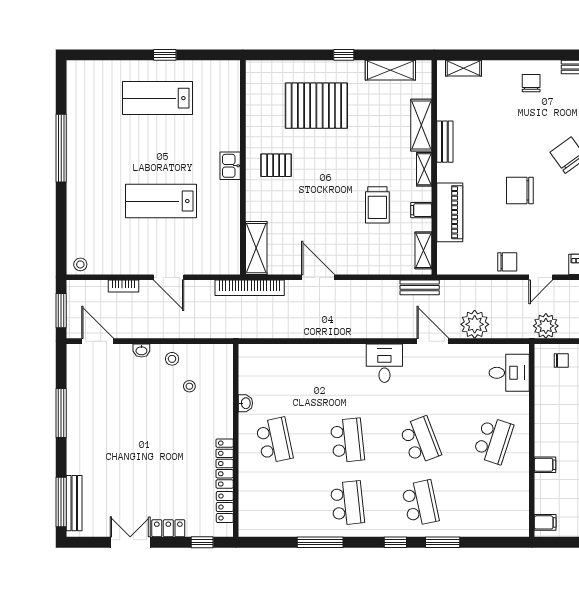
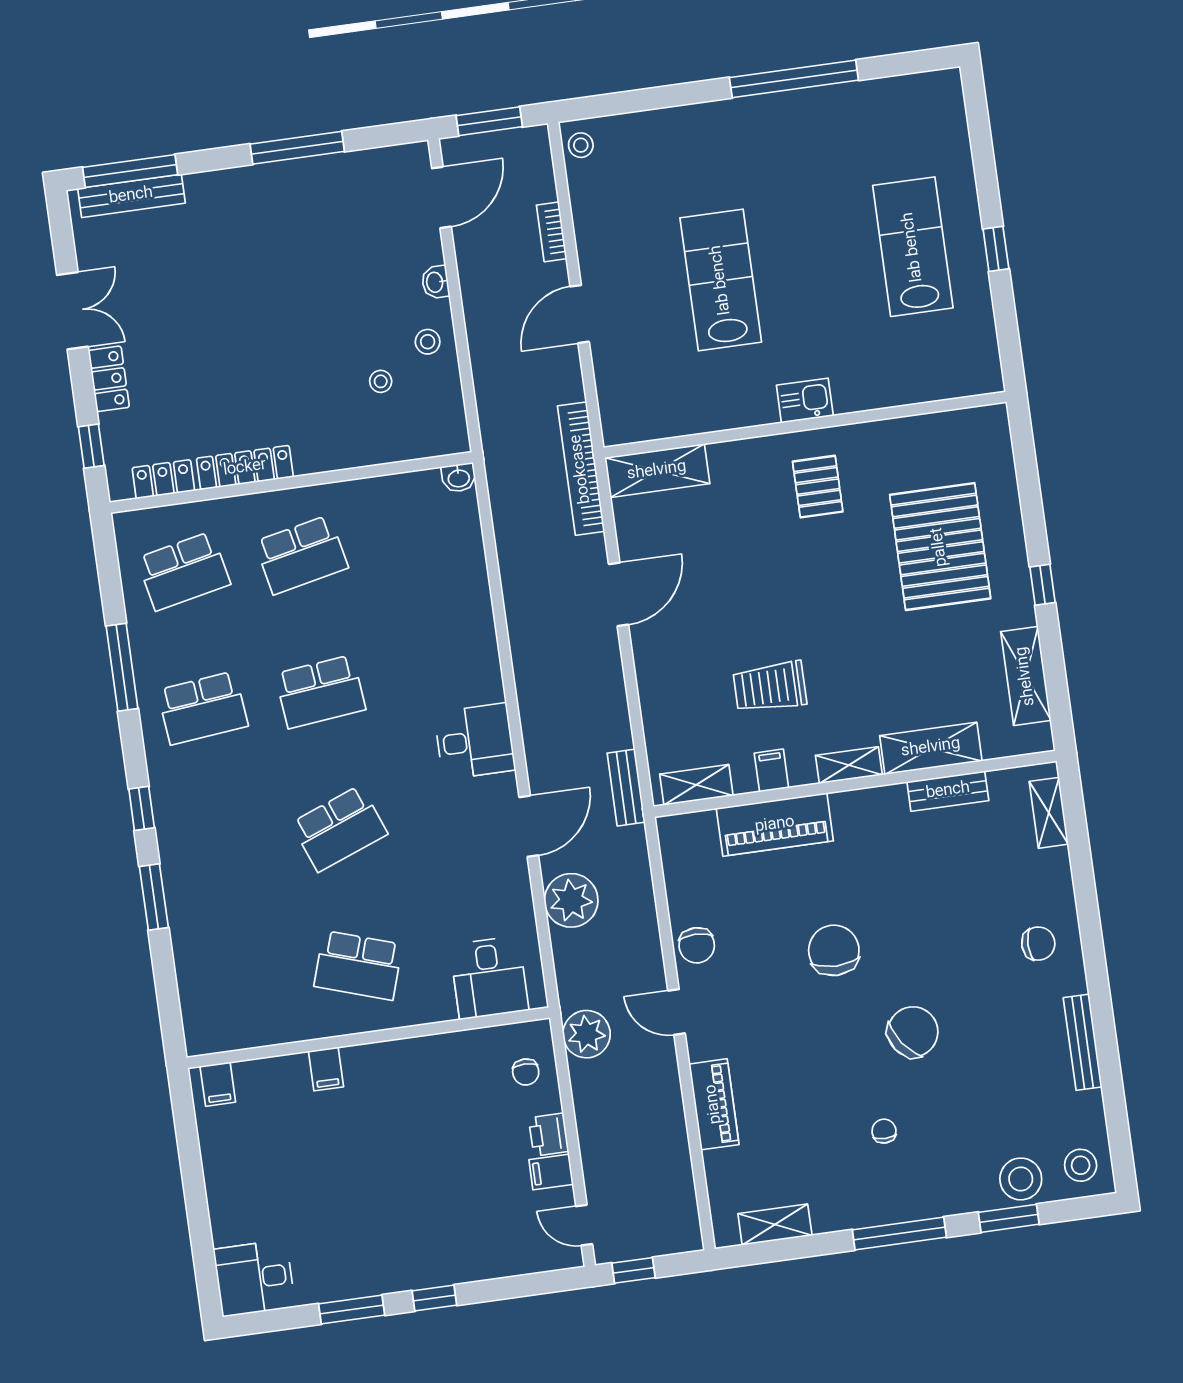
bench: (445, 142) -> (948, 791), moved
washbasin: (245, 403) -> (459, 478), moved
school desk: (420, 503) -> (184, 571), moved

